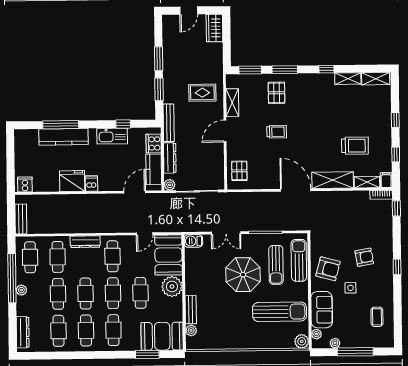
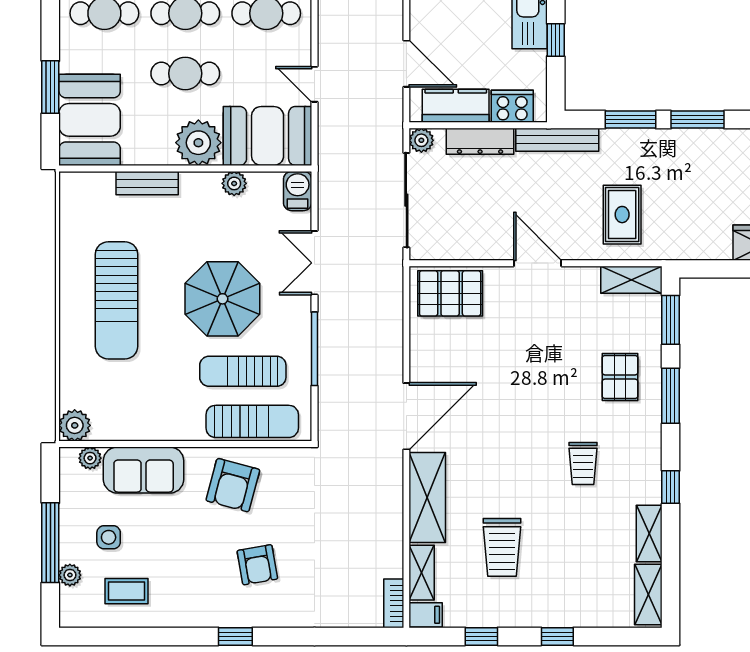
pallet: (277, 93) -> (620, 377), turned 90
shelving: (232, 103) -> (631, 280), moved
trolley: (277, 132) -> (583, 463), moved
pallet: (239, 171) -> (450, 293), width x1.50, depth x1.42
window: (396, 208) -> (363, 636), removed
side table: (350, 288) -> (109, 537), moved
sun lounger: (280, 312) -> (116, 300), moved
plant: (191, 330) -> (234, 183), moved
plant: (335, 343) -> (70, 575), moved

